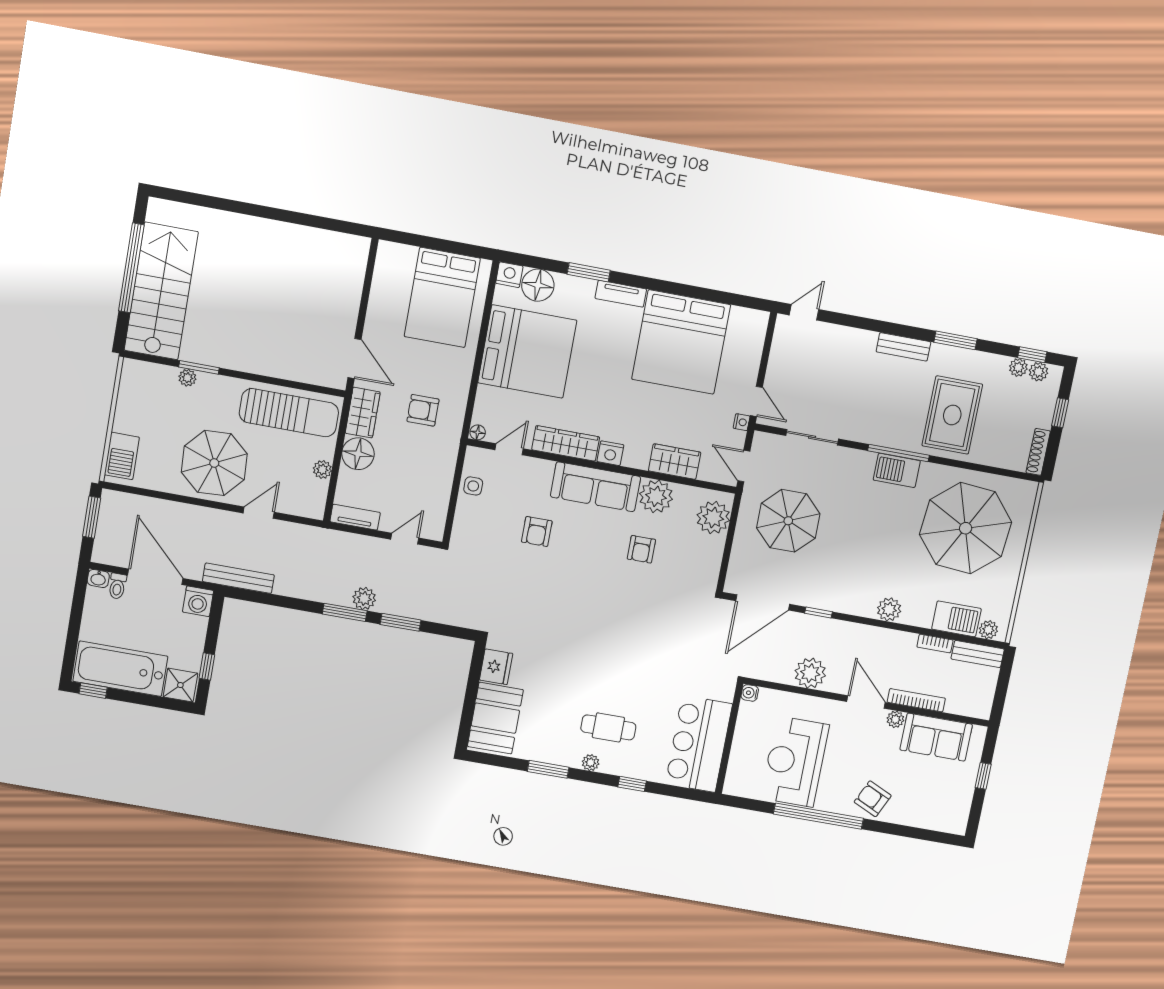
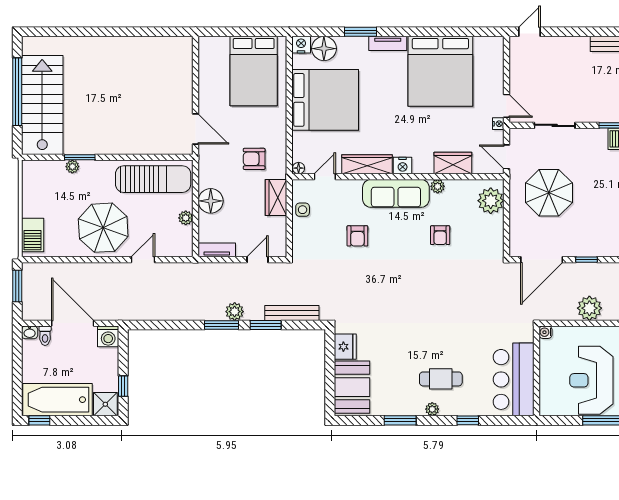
wardrobe: (363, 413) -> (276, 197), moved, turned 180
plant: (656, 496) -> (438, 186), width x0.53, depth x0.53
bench: (238, 578) -> (292, 313), moved

